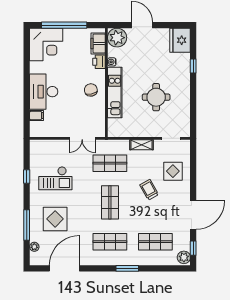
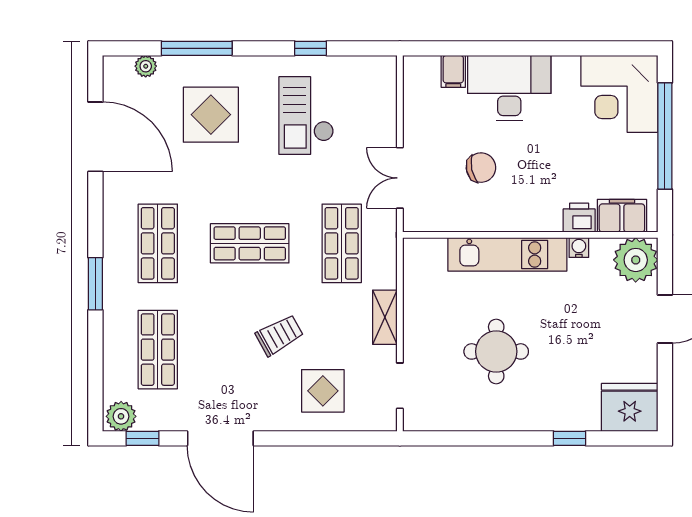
chair: (91, 90) -> (481, 168), moved

